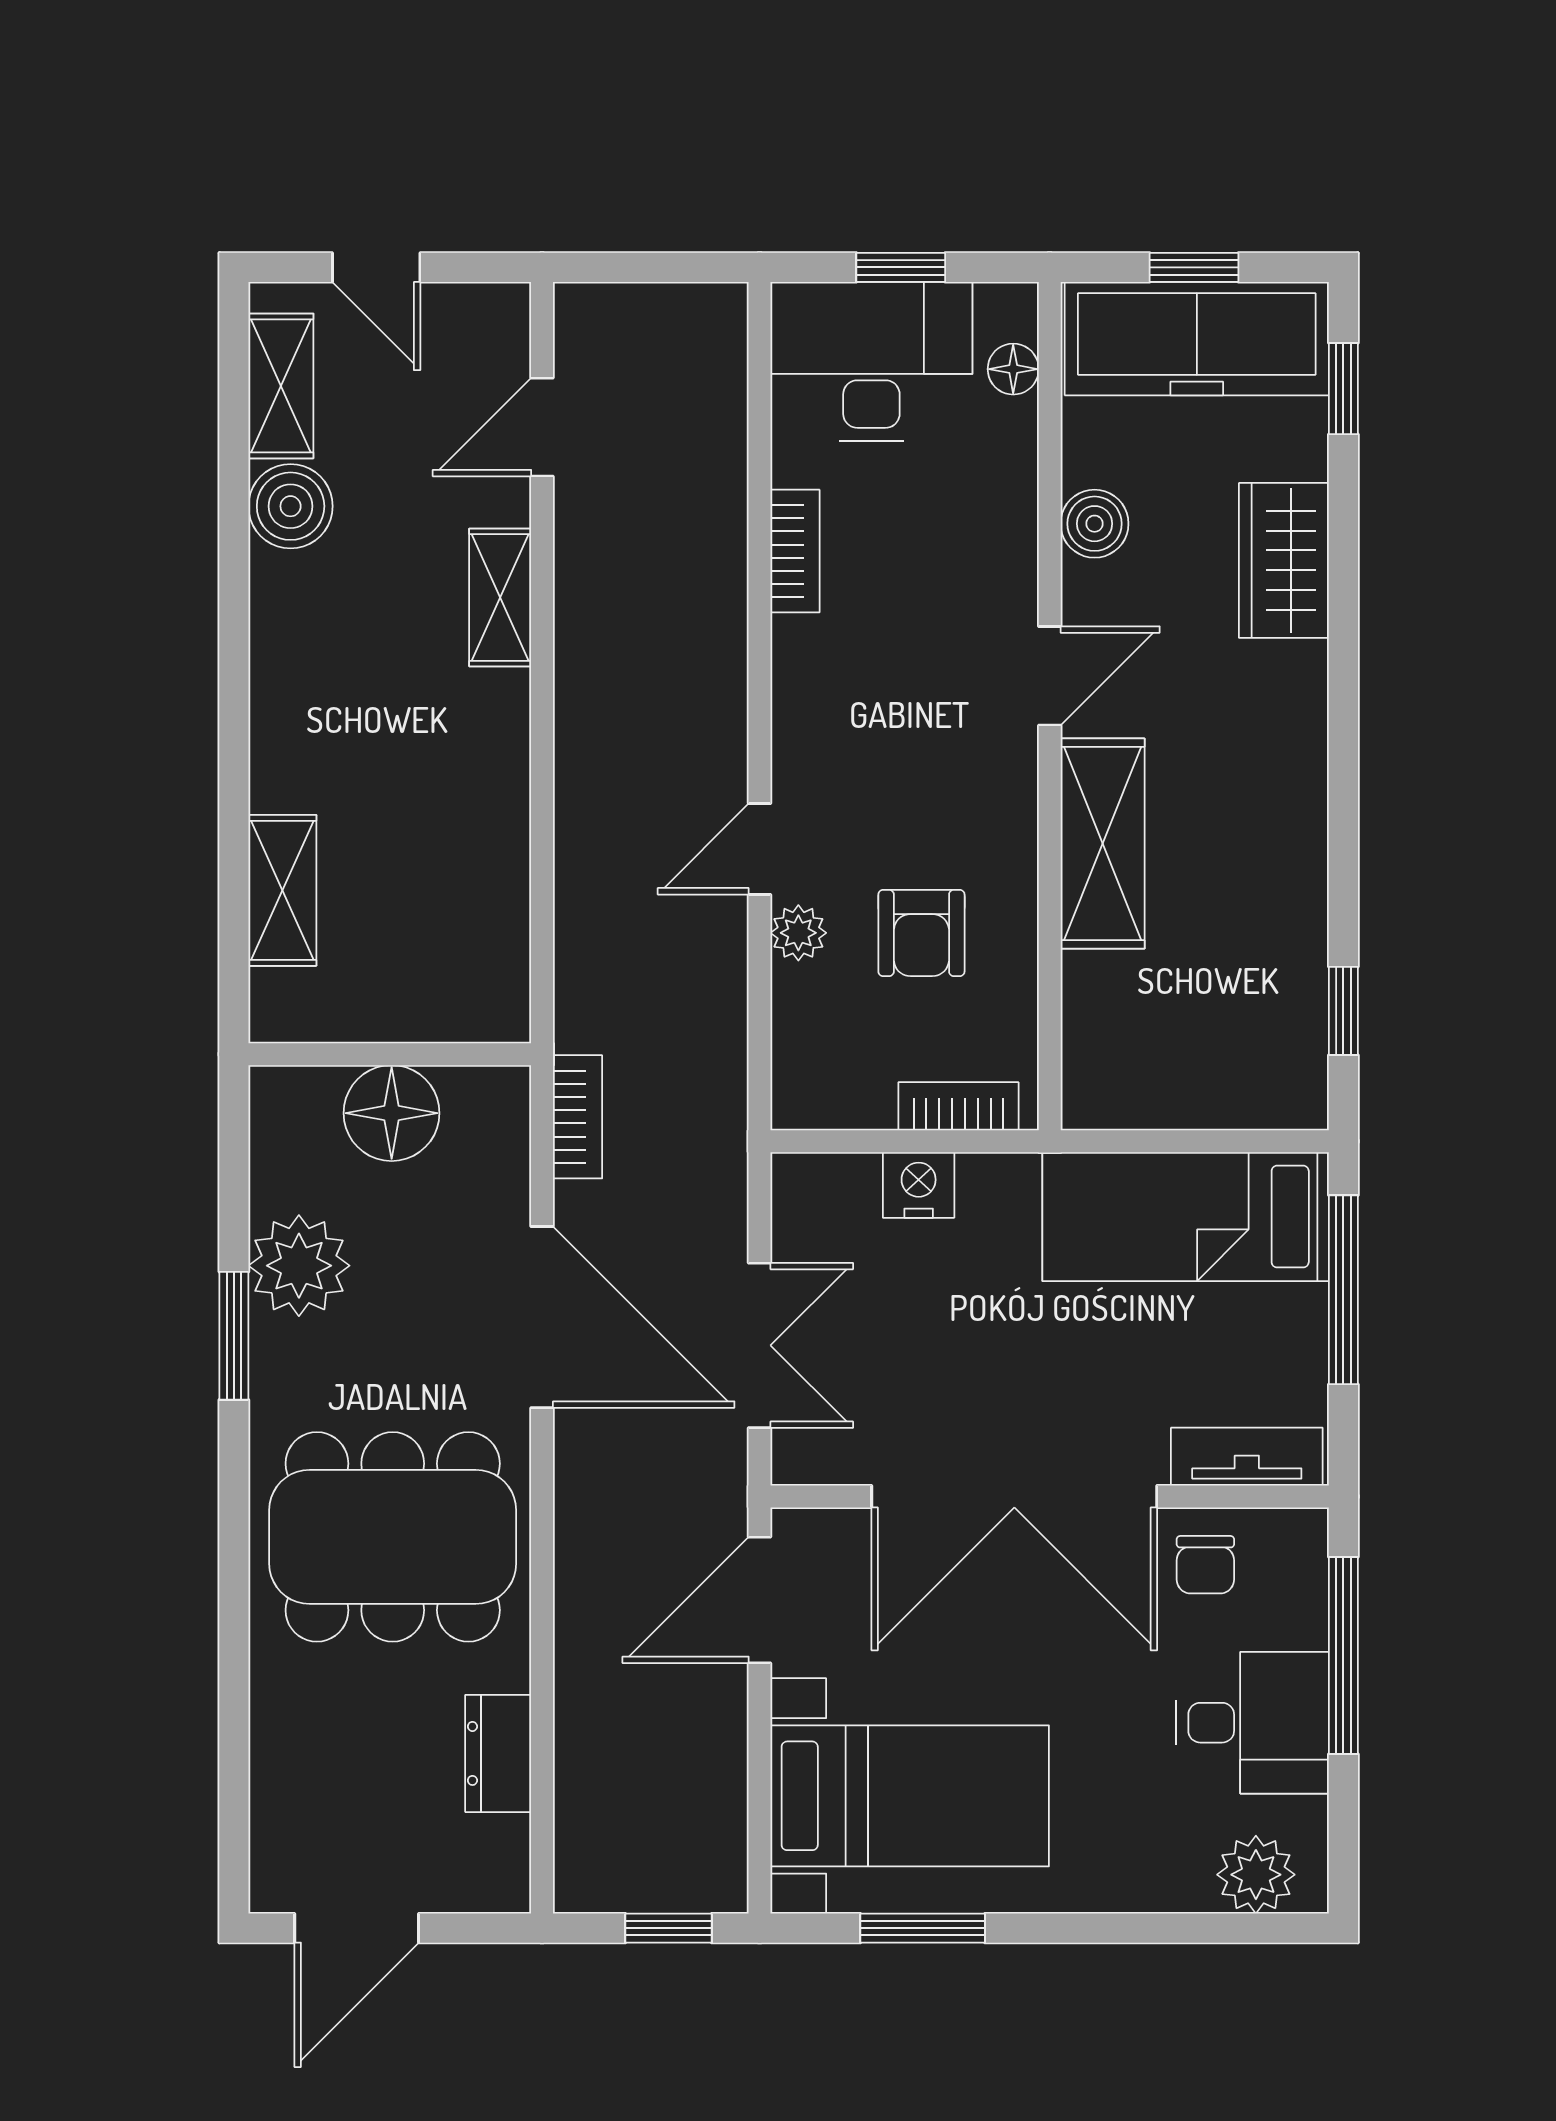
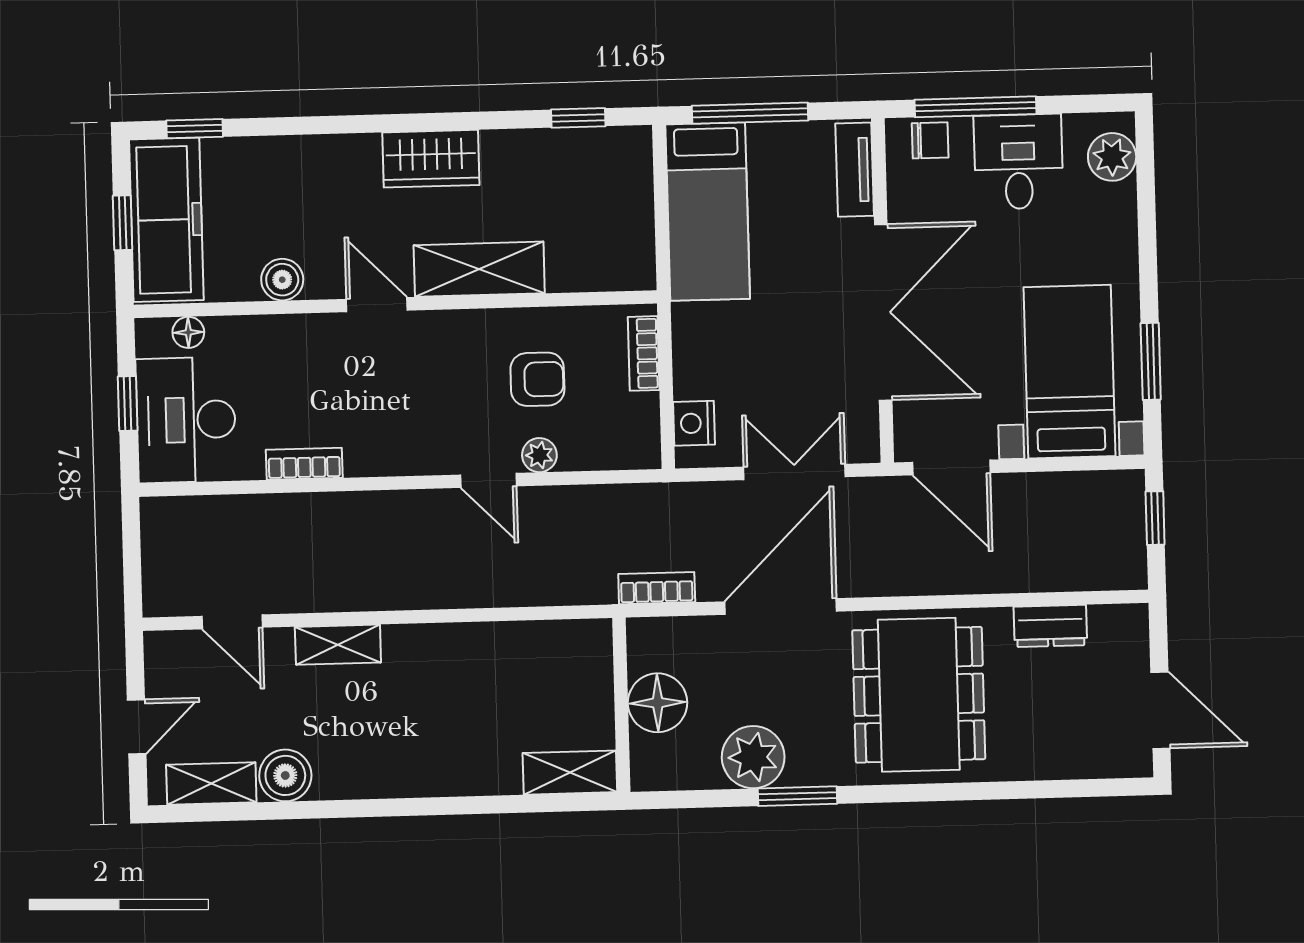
wardrobe: (1284, 560) -> (431, 159), moved
shelving: (282, 890) -> (570, 773), moved
nightstand: (919, 1185) -> (694, 423), moved
chair: (1205, 1565) -> (930, 140), moved

